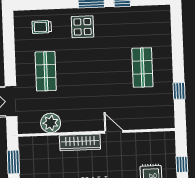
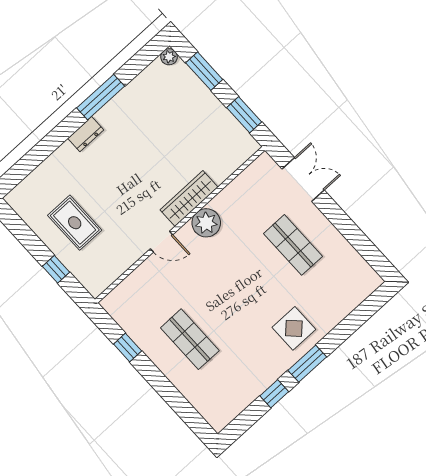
trolley: (42, 27) -> (339, 290), removed
plant: (51, 123) -> (206, 223), moved

